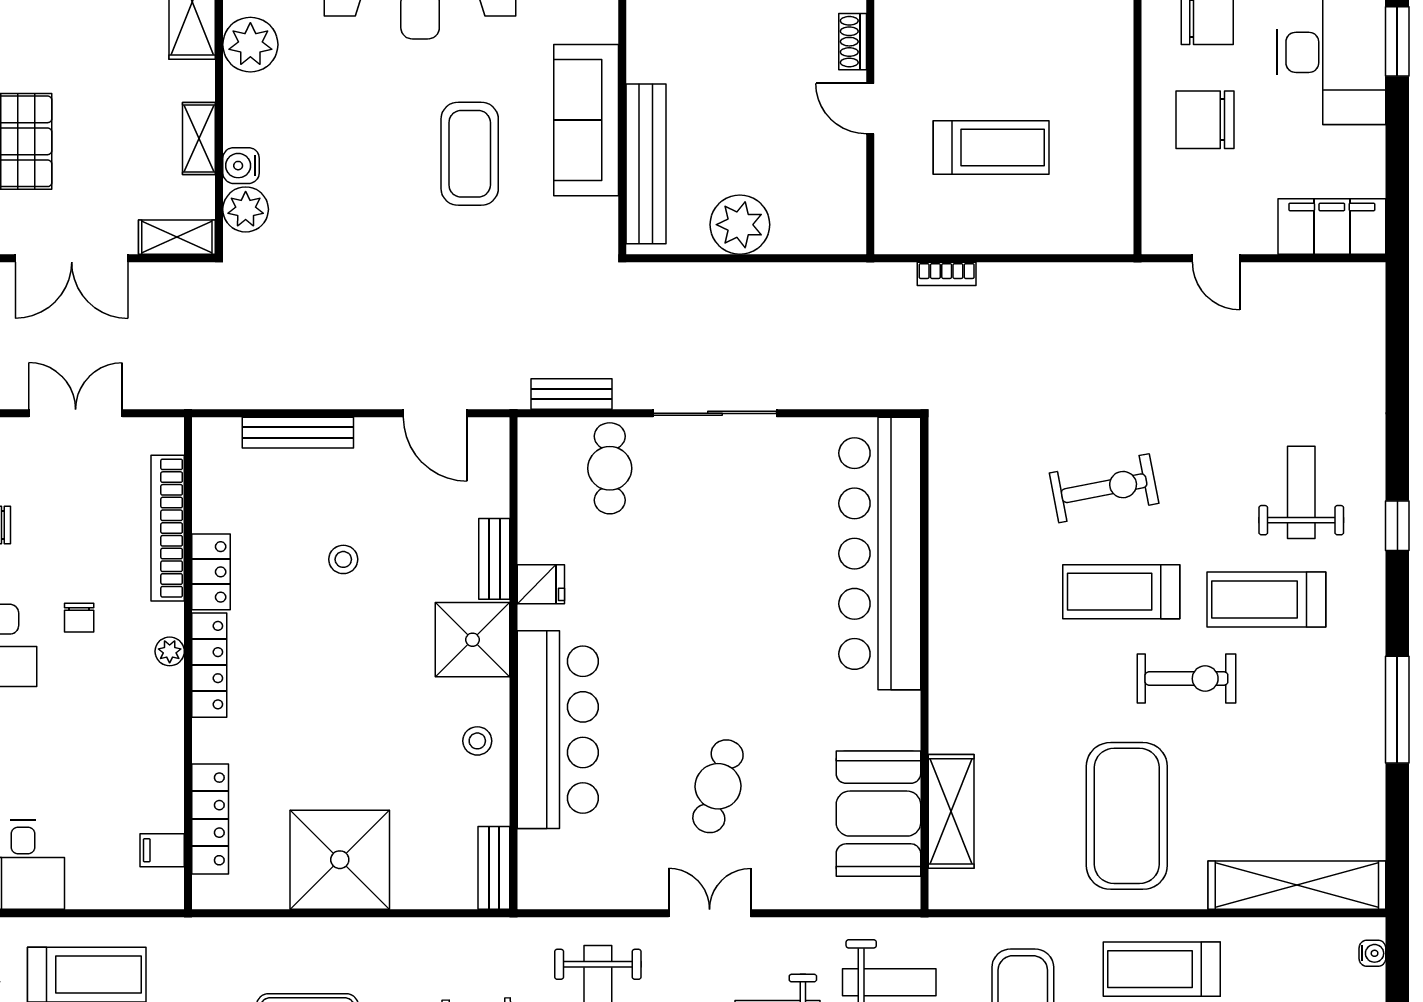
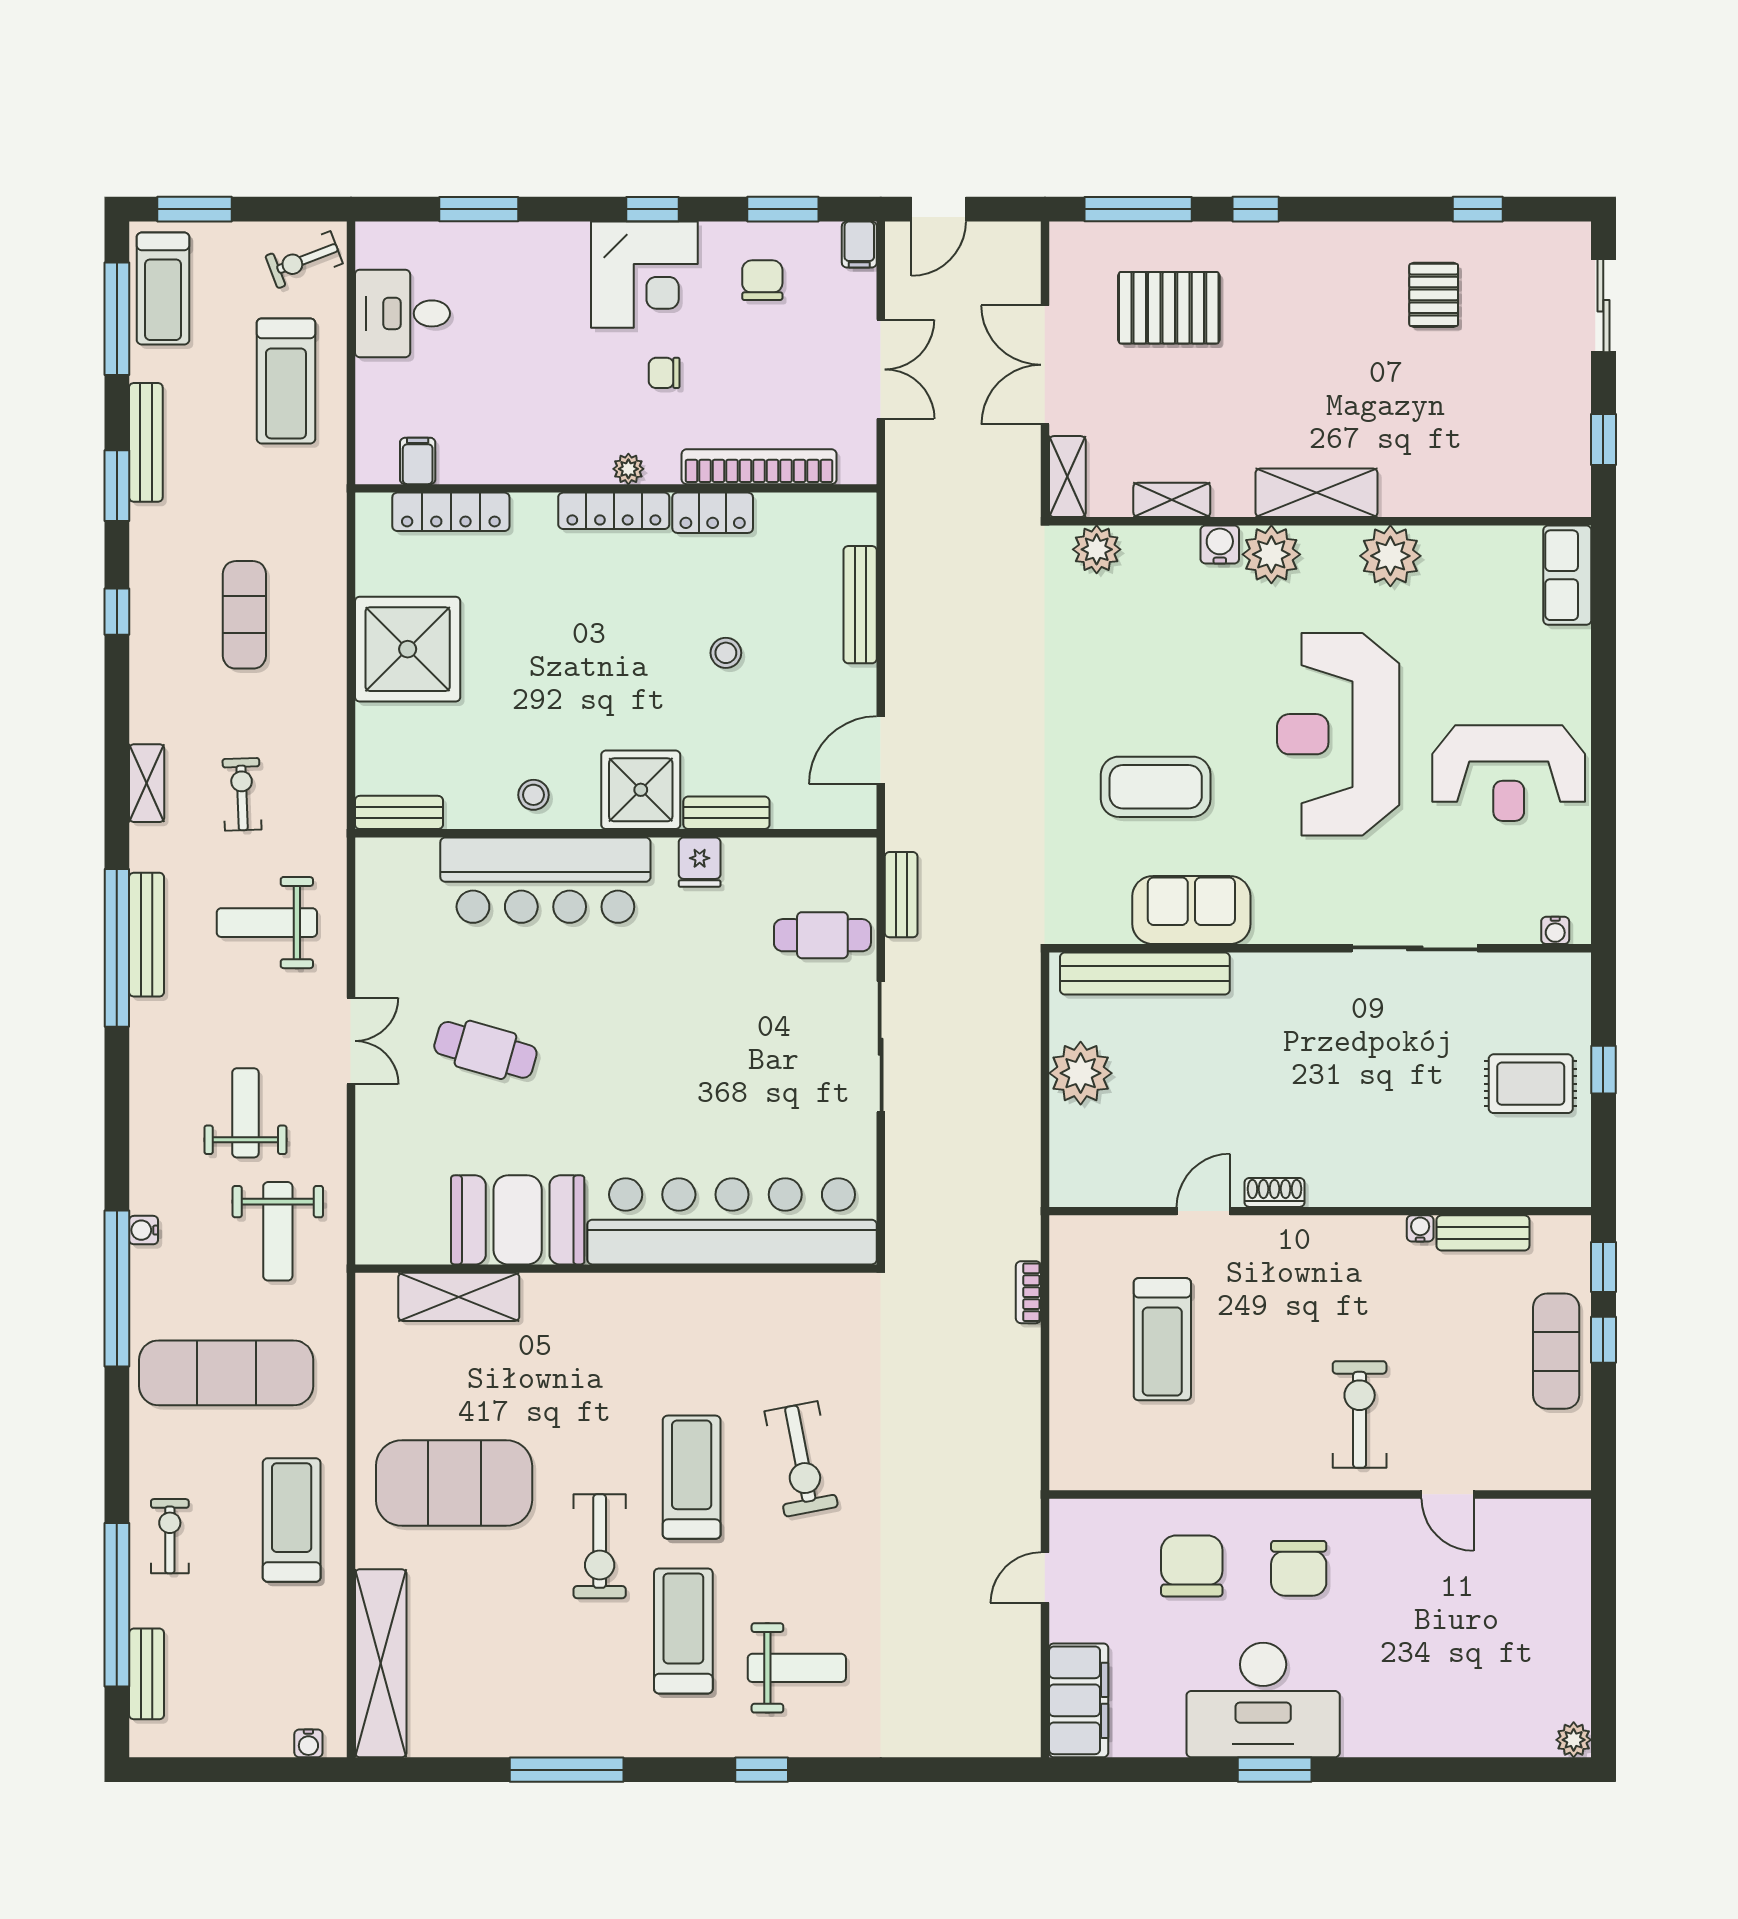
sofa: (586, 120) -> (1191, 910), width x0.73
water cooler: (241, 166) -> (1220, 544), moved
booth: (878, 814) -> (518, 1220), moved

